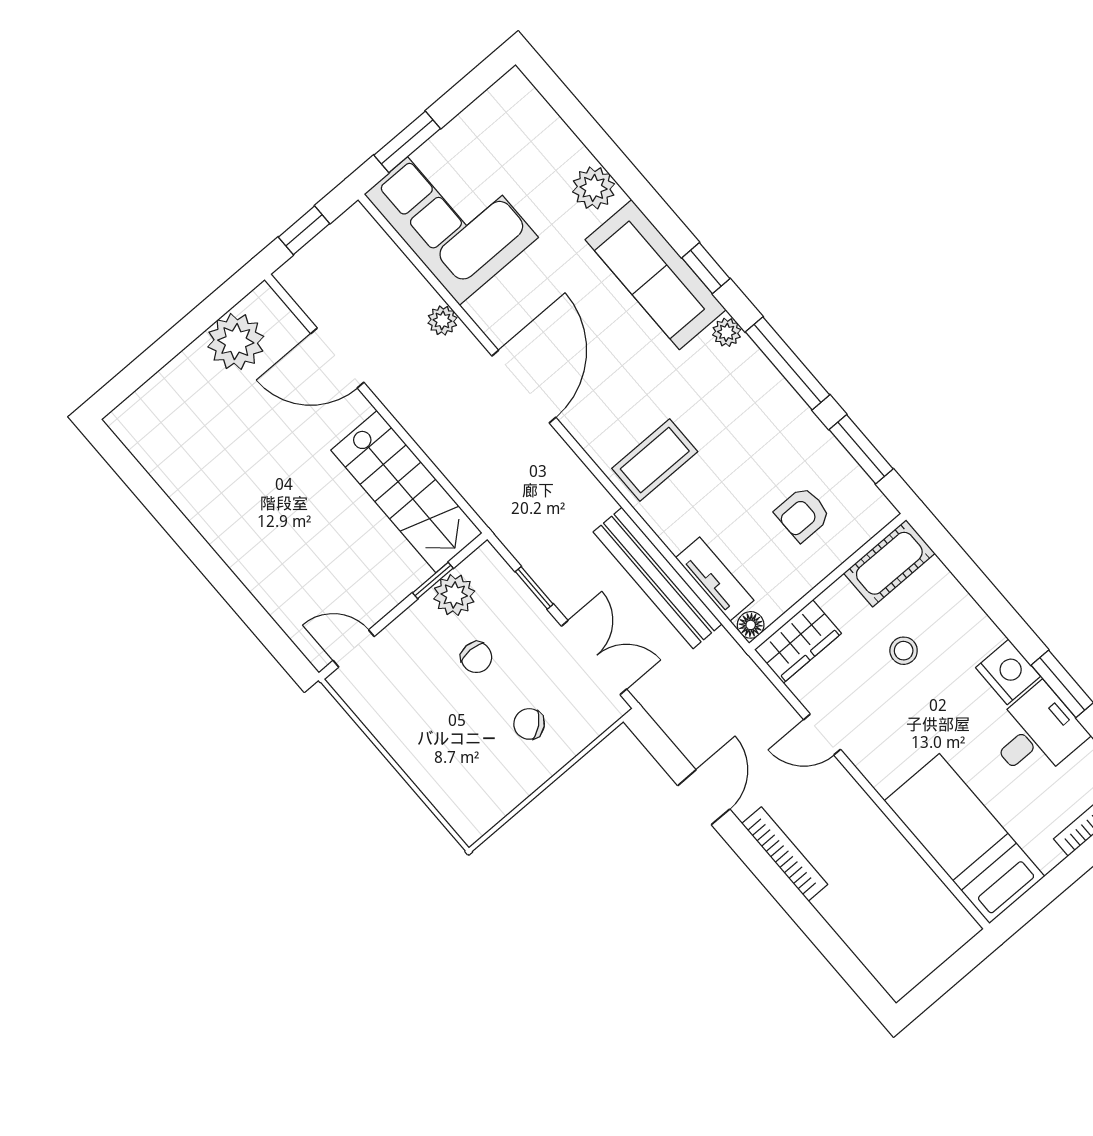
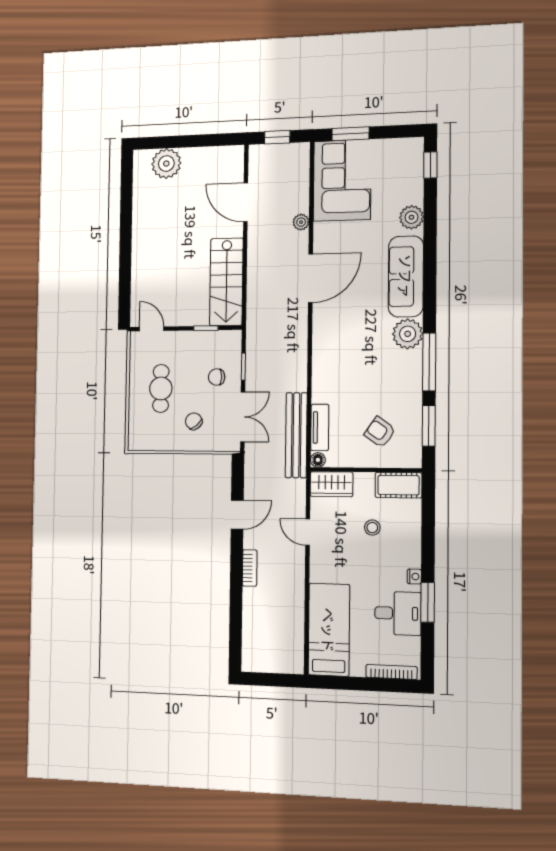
window: (706, 268) -> (430, 165), moved
plant: (727, 332) -> (408, 334), width x1.87, depth x1.87
plant: (236, 342) -> (166, 164), moved
coffee table: (655, 460) -> (338, 355), removed
armchair: (803, 514) -> (380, 432), turned 35
bench: (658, 578) -> (296, 435), moved
plant: (454, 595) -> (209, 341), removed
chair: (476, 657) -> (217, 377), moved, turned 90
nightstand: (1008, 672) -> (414, 576), width x0.53, depth x0.56
cafe table: (441, 720) -> (161, 388), added
bookcase: (785, 854) -> (250, 568), width x0.64

